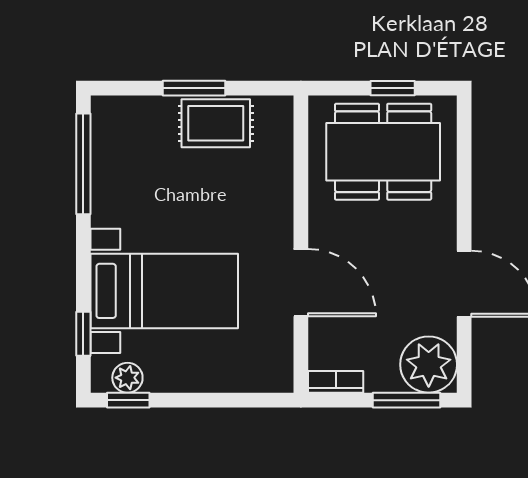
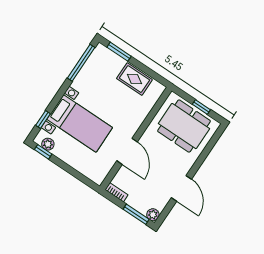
window: (194, 88) -> (119, 52), moved
plant: (429, 365) -> (153, 215), width x0.53, depth x0.53

